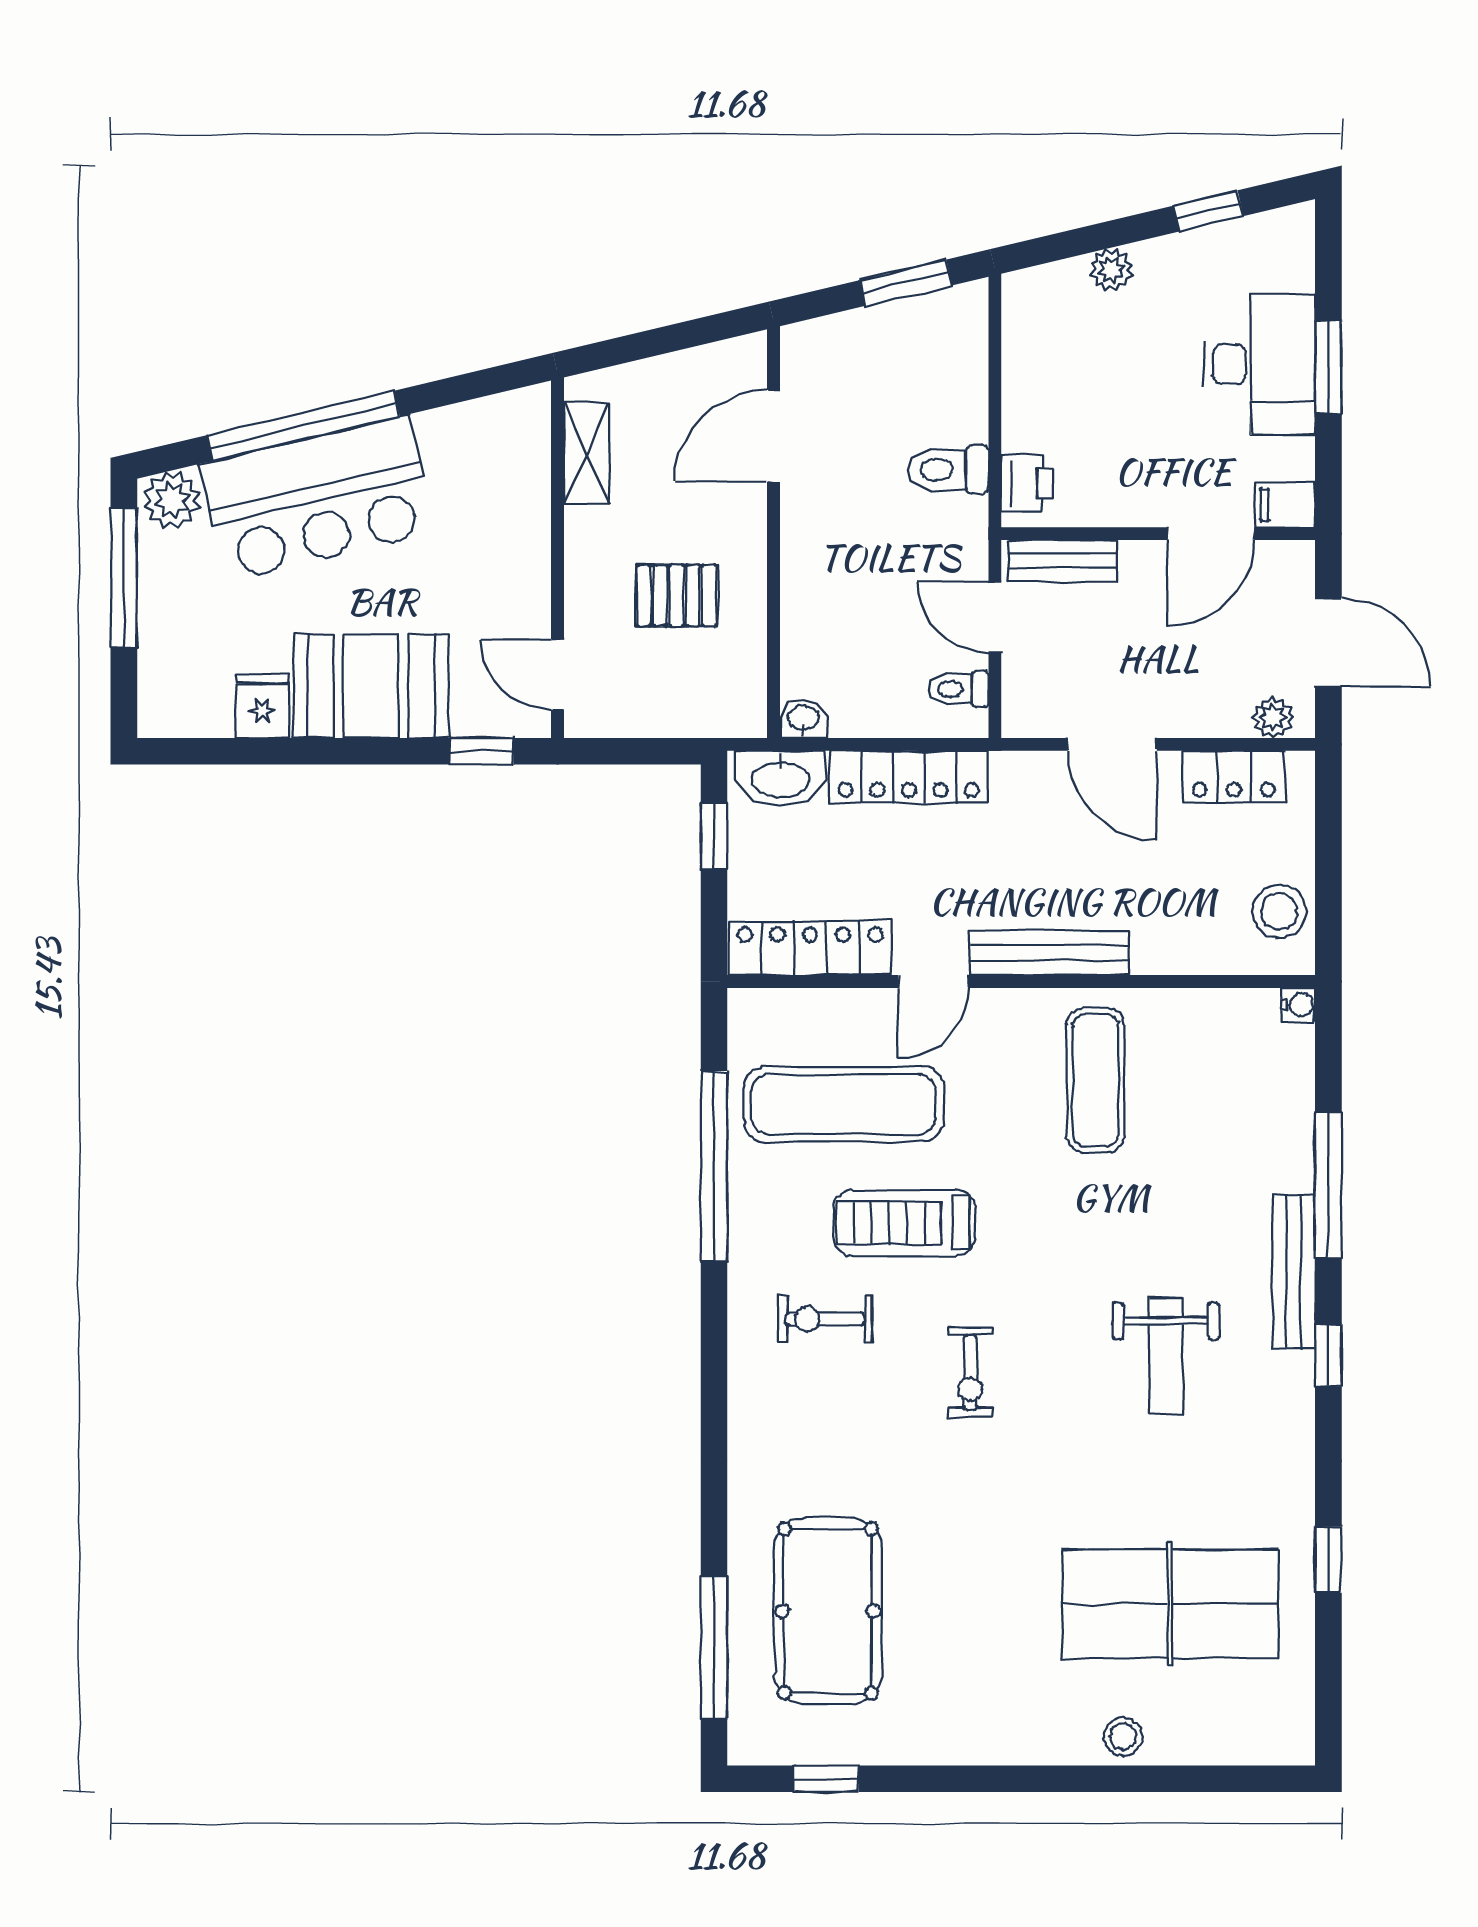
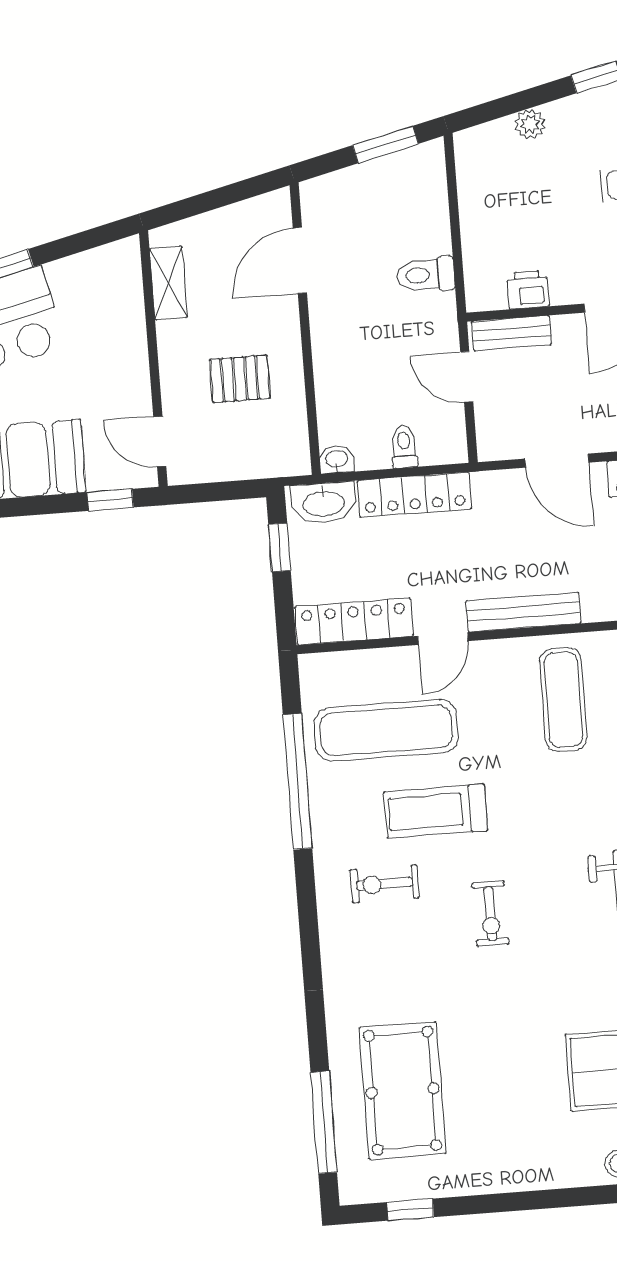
printer: (1027, 483) -> (528, 290), moved, turned -90
toilet: (959, 689) -> (404, 447), moved, turned 90

